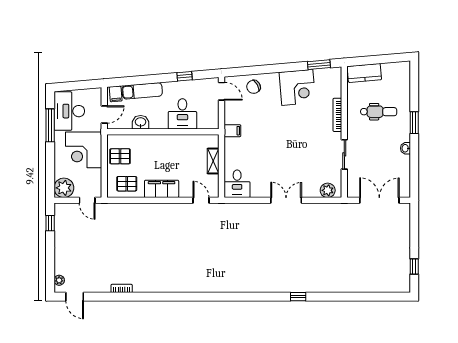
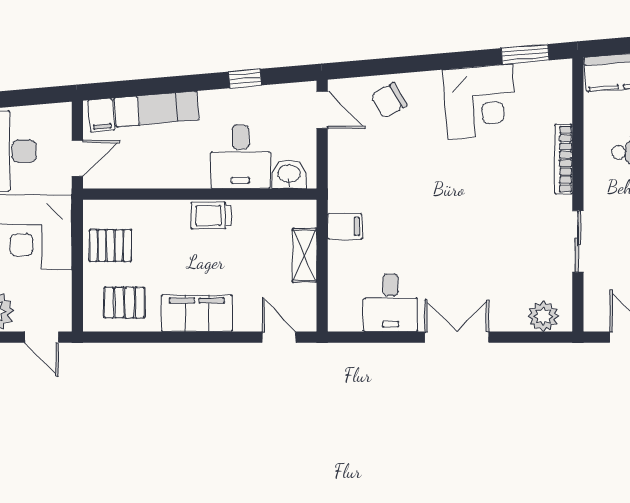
washbasin: (141, 122) -> (289, 174), moved
filing cabinet: (232, 131) -> (345, 226), moved
trolley: (168, 142) -> (211, 215), added
desk: (237, 184) -> (391, 303), moved

